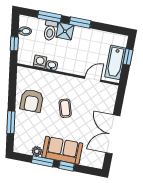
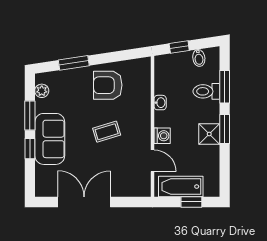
shower: (65, 31) -> (209, 134), moved
washing machine: (40, 62) -> (162, 136), moved
plant: (37, 151) -> (42, 91), moved

